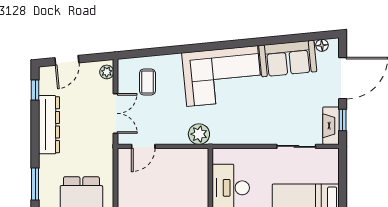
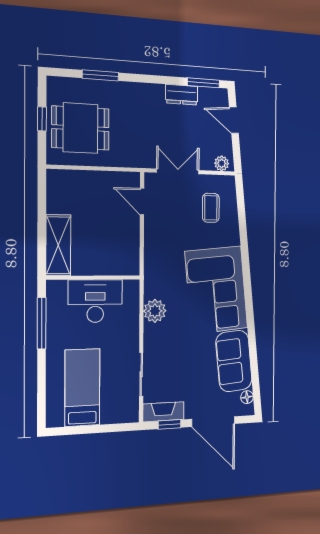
coffee table: (147, 82) -> (211, 208), turned 90
window: (35, 90) -> (203, 83), width x1.50
double door: (115, 113) -> (178, 171), swing flipped
dresser: (49, 125) -> (182, 95), width x0.51, depth x0.80
plant: (199, 134) -> (155, 311), moved

